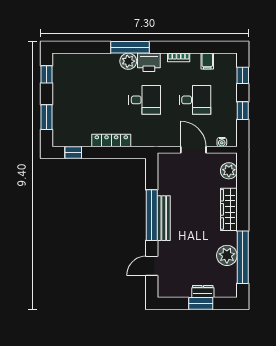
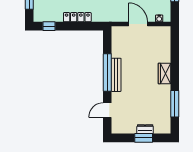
plant: (229, 171) -> (164, 40), removed
wardrobe: (229, 209) -> (164, 74), width x0.67
plant: (227, 255) -> (163, 102), removed
window: (243, 257) -> (175, 104), width x0.68

